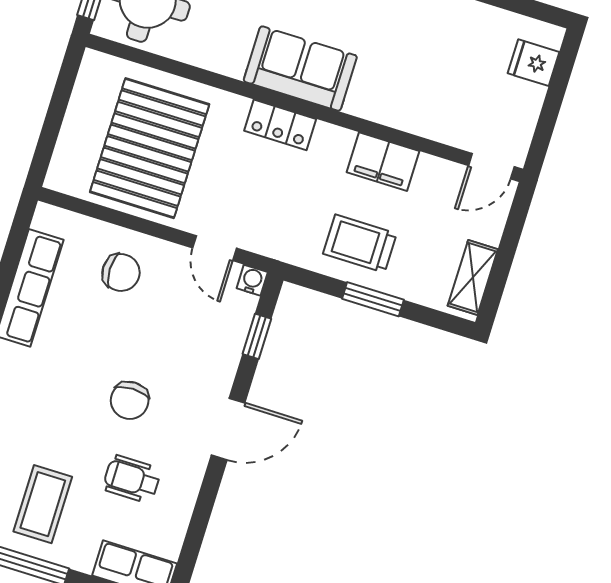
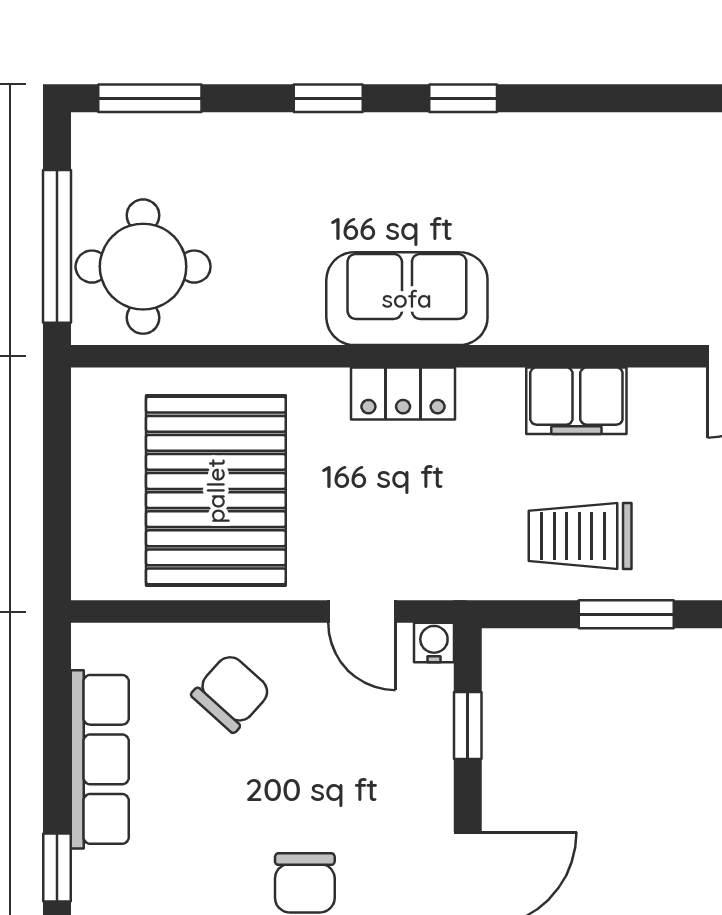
chair: (121, 272) -> (231, 693), turned -48

